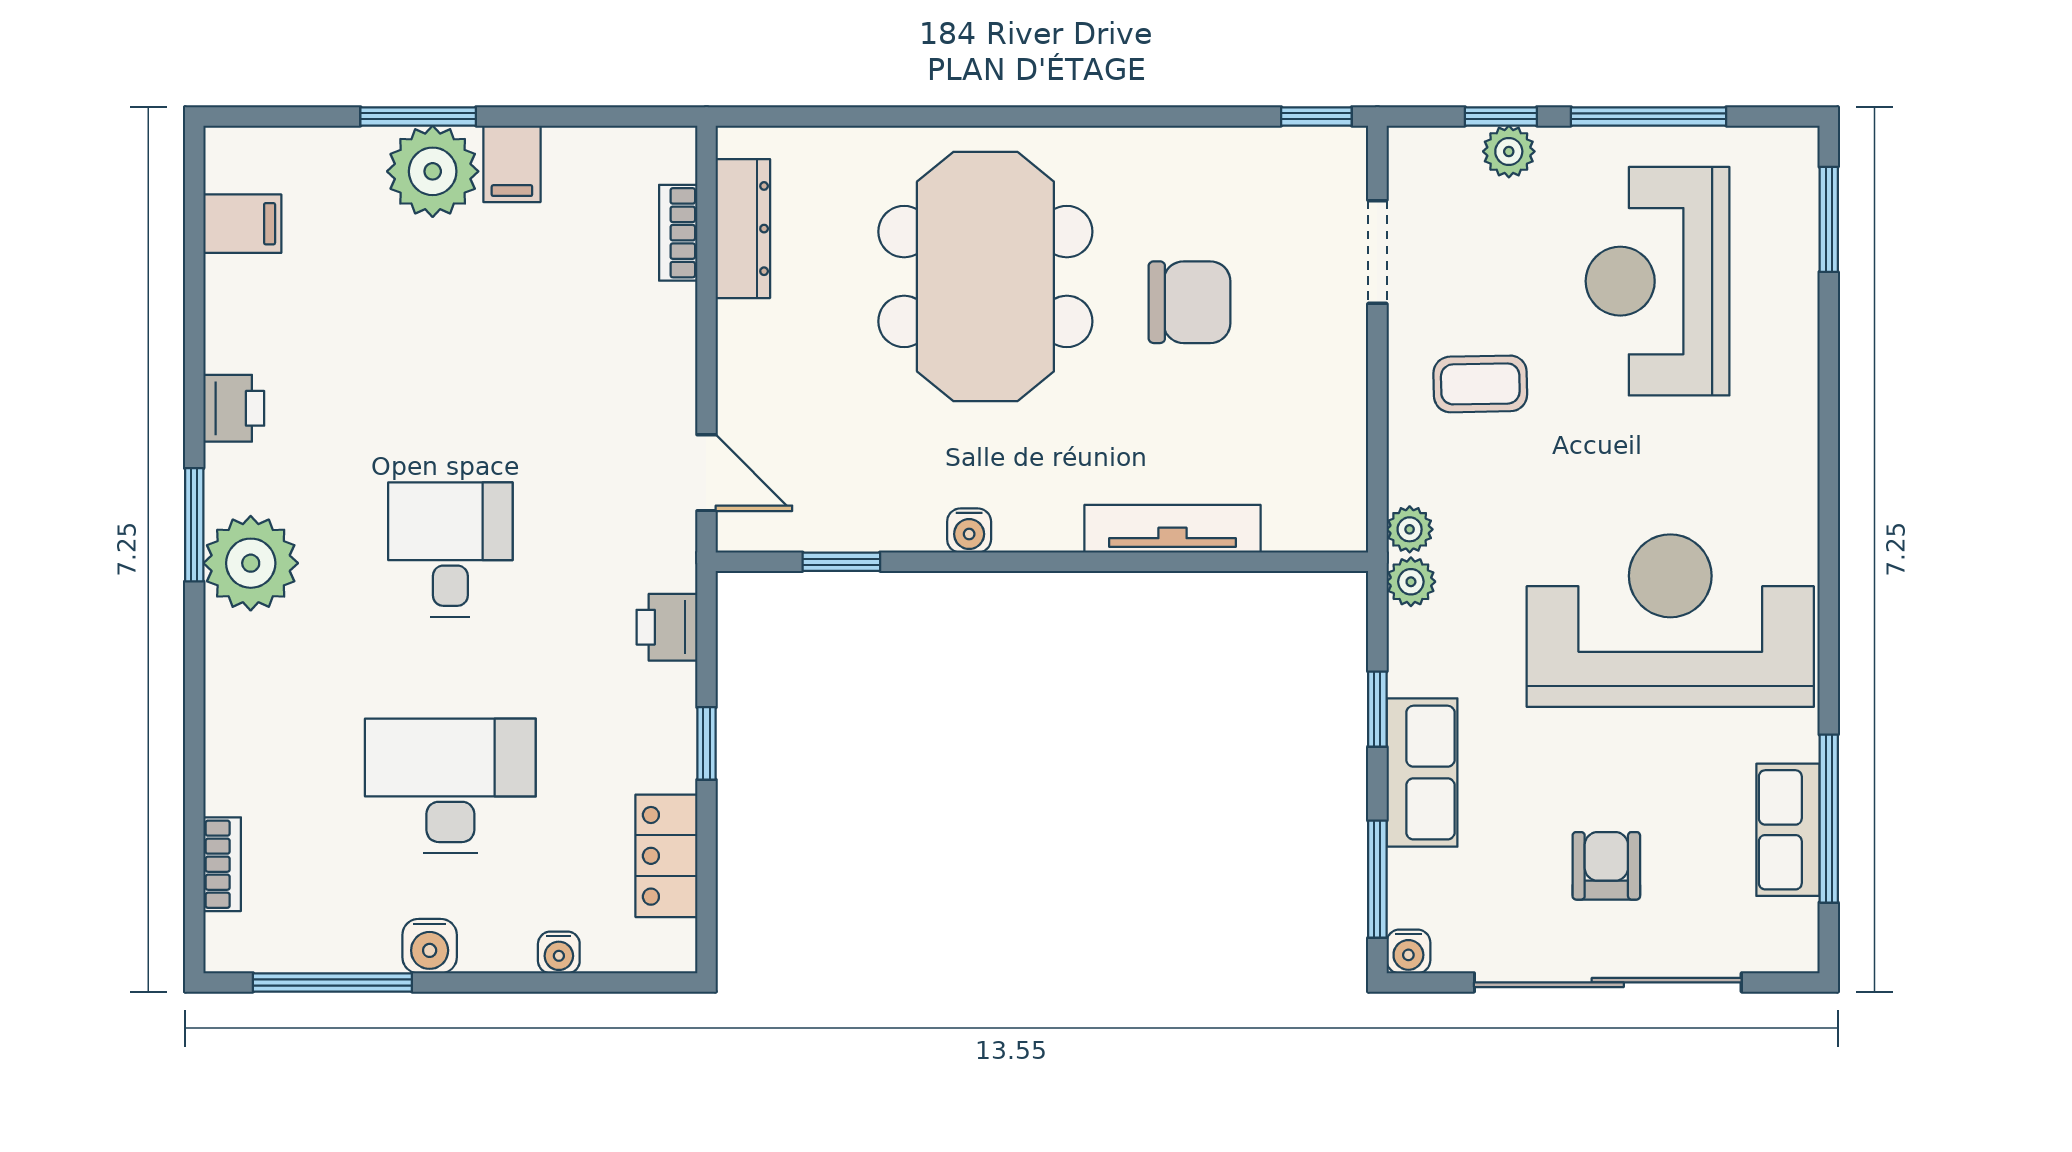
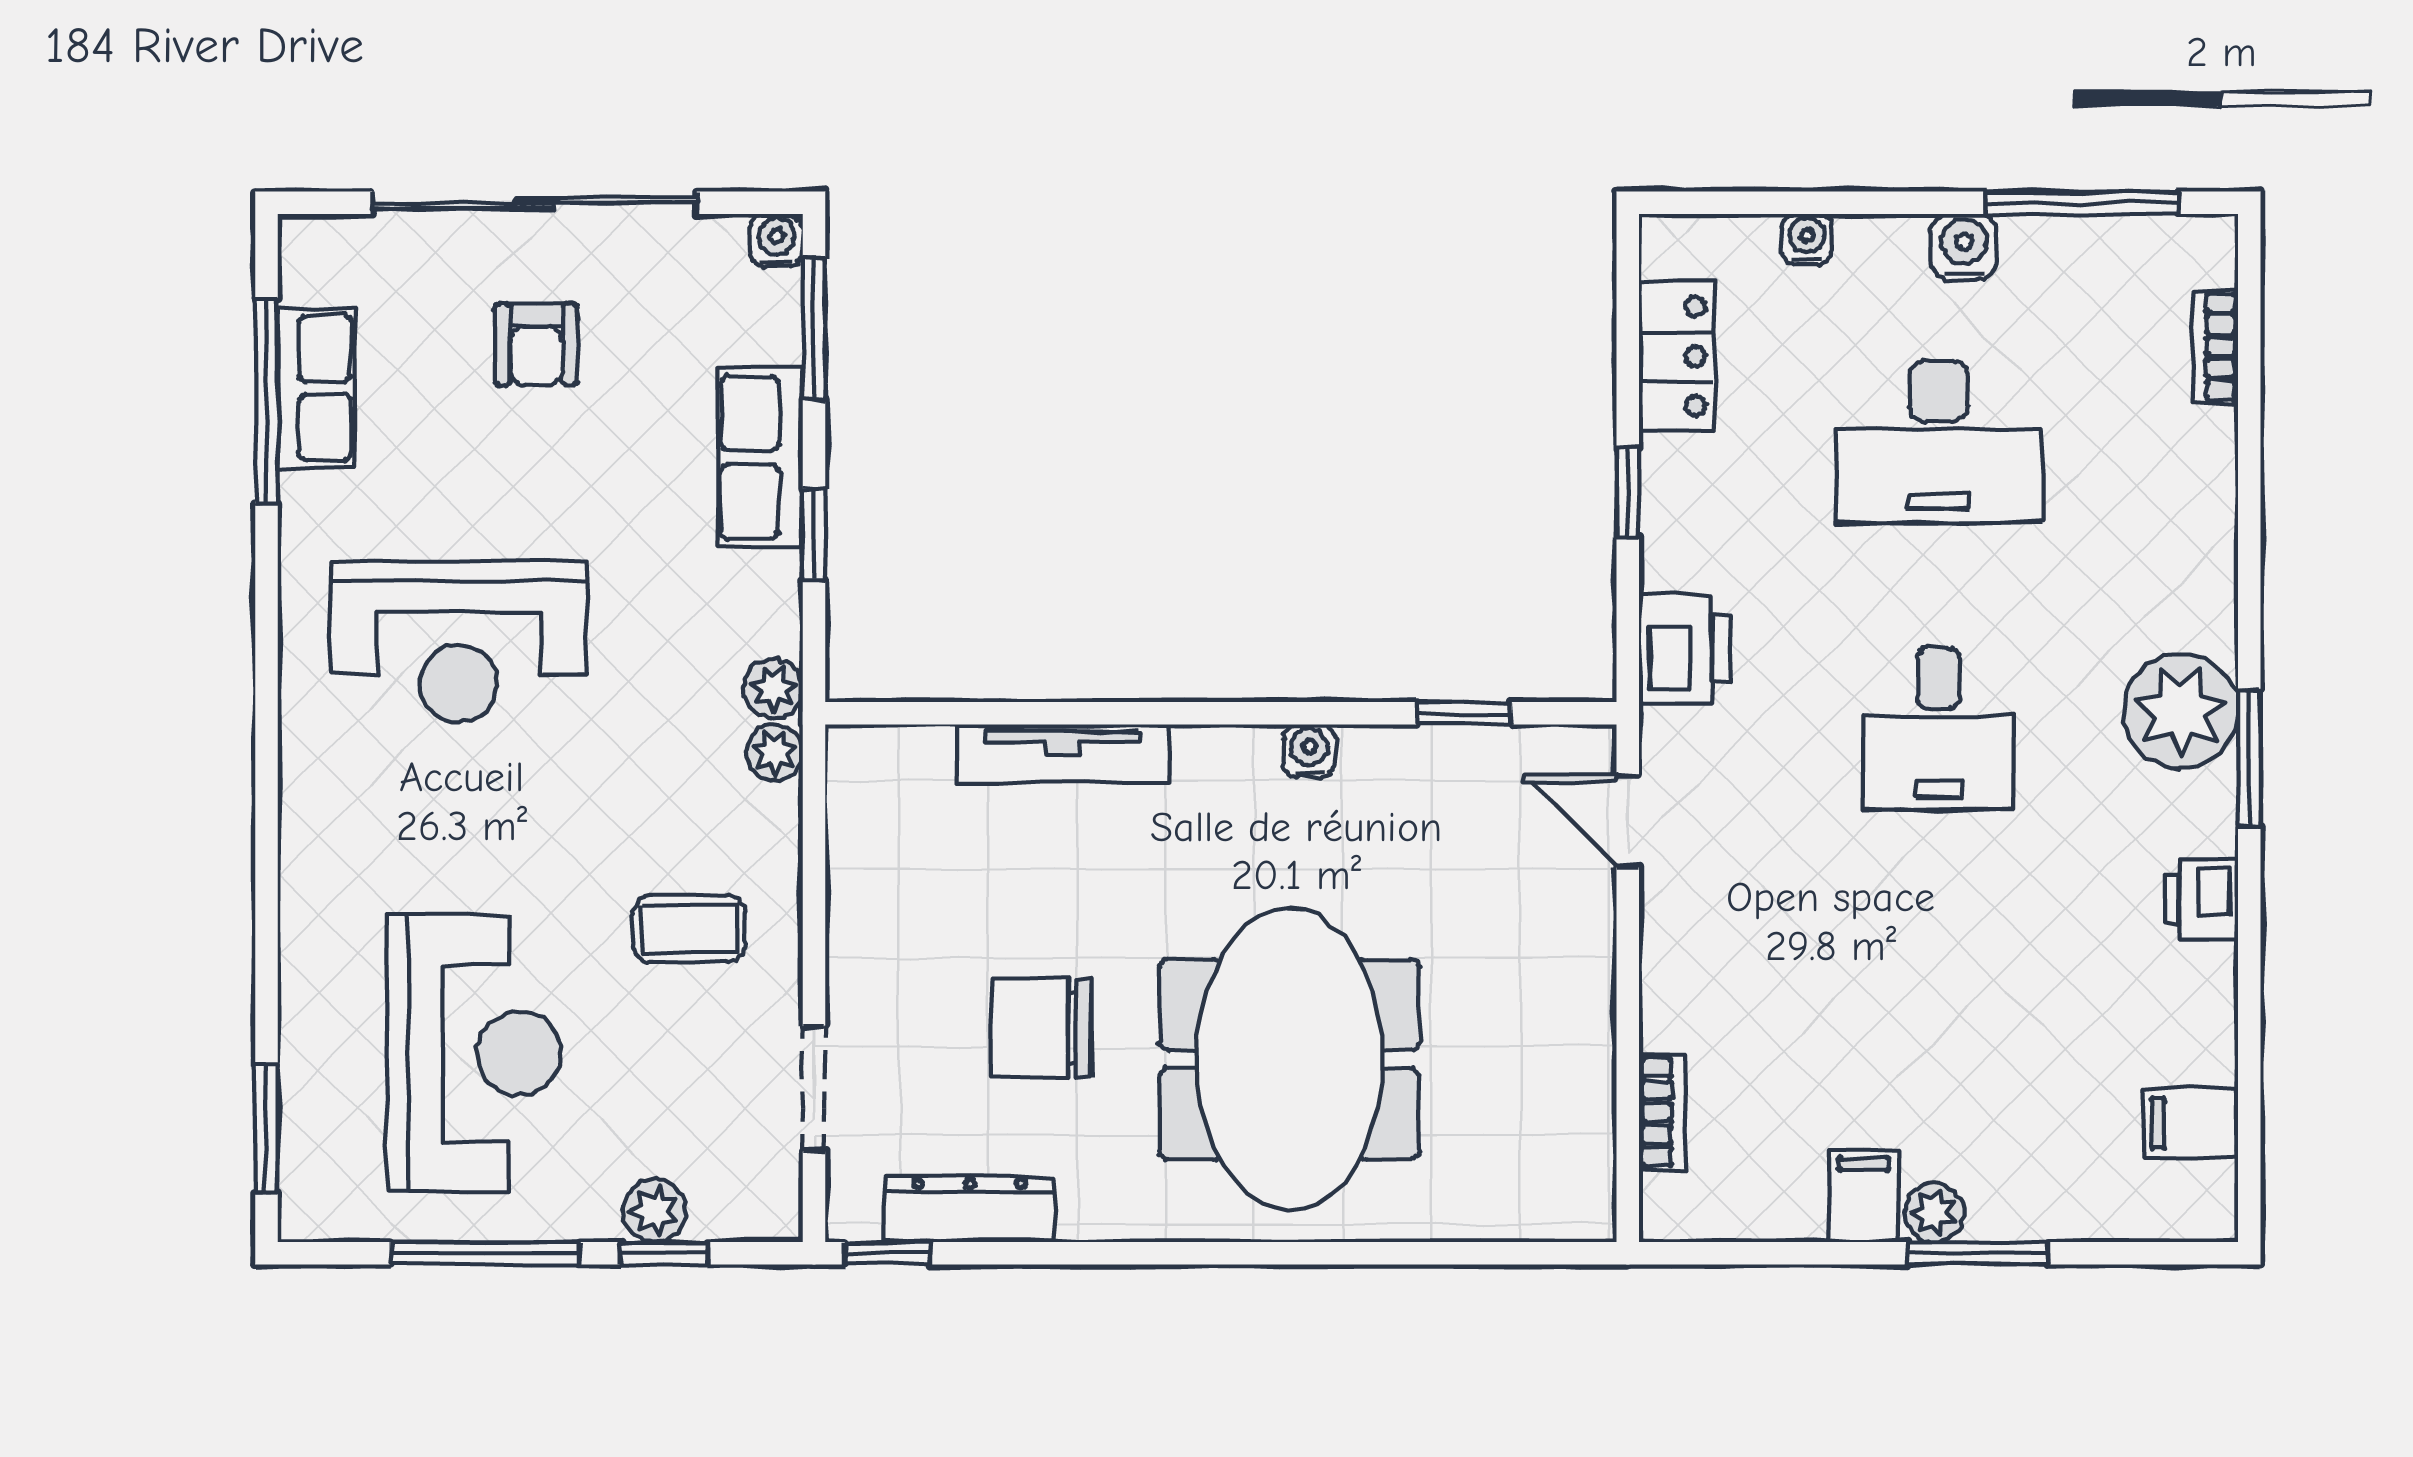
plant: (433, 171) -> (1934, 1213), width x0.53, depth x0.53
dresser: (743, 229) -> (970, 1209), moved, turned 90
reception desk: (1670, 621) -> (459, 642), width x0.74, depth x0.77
printer: (667, 627) -> (1685, 648), width x1.36, depth x1.24

